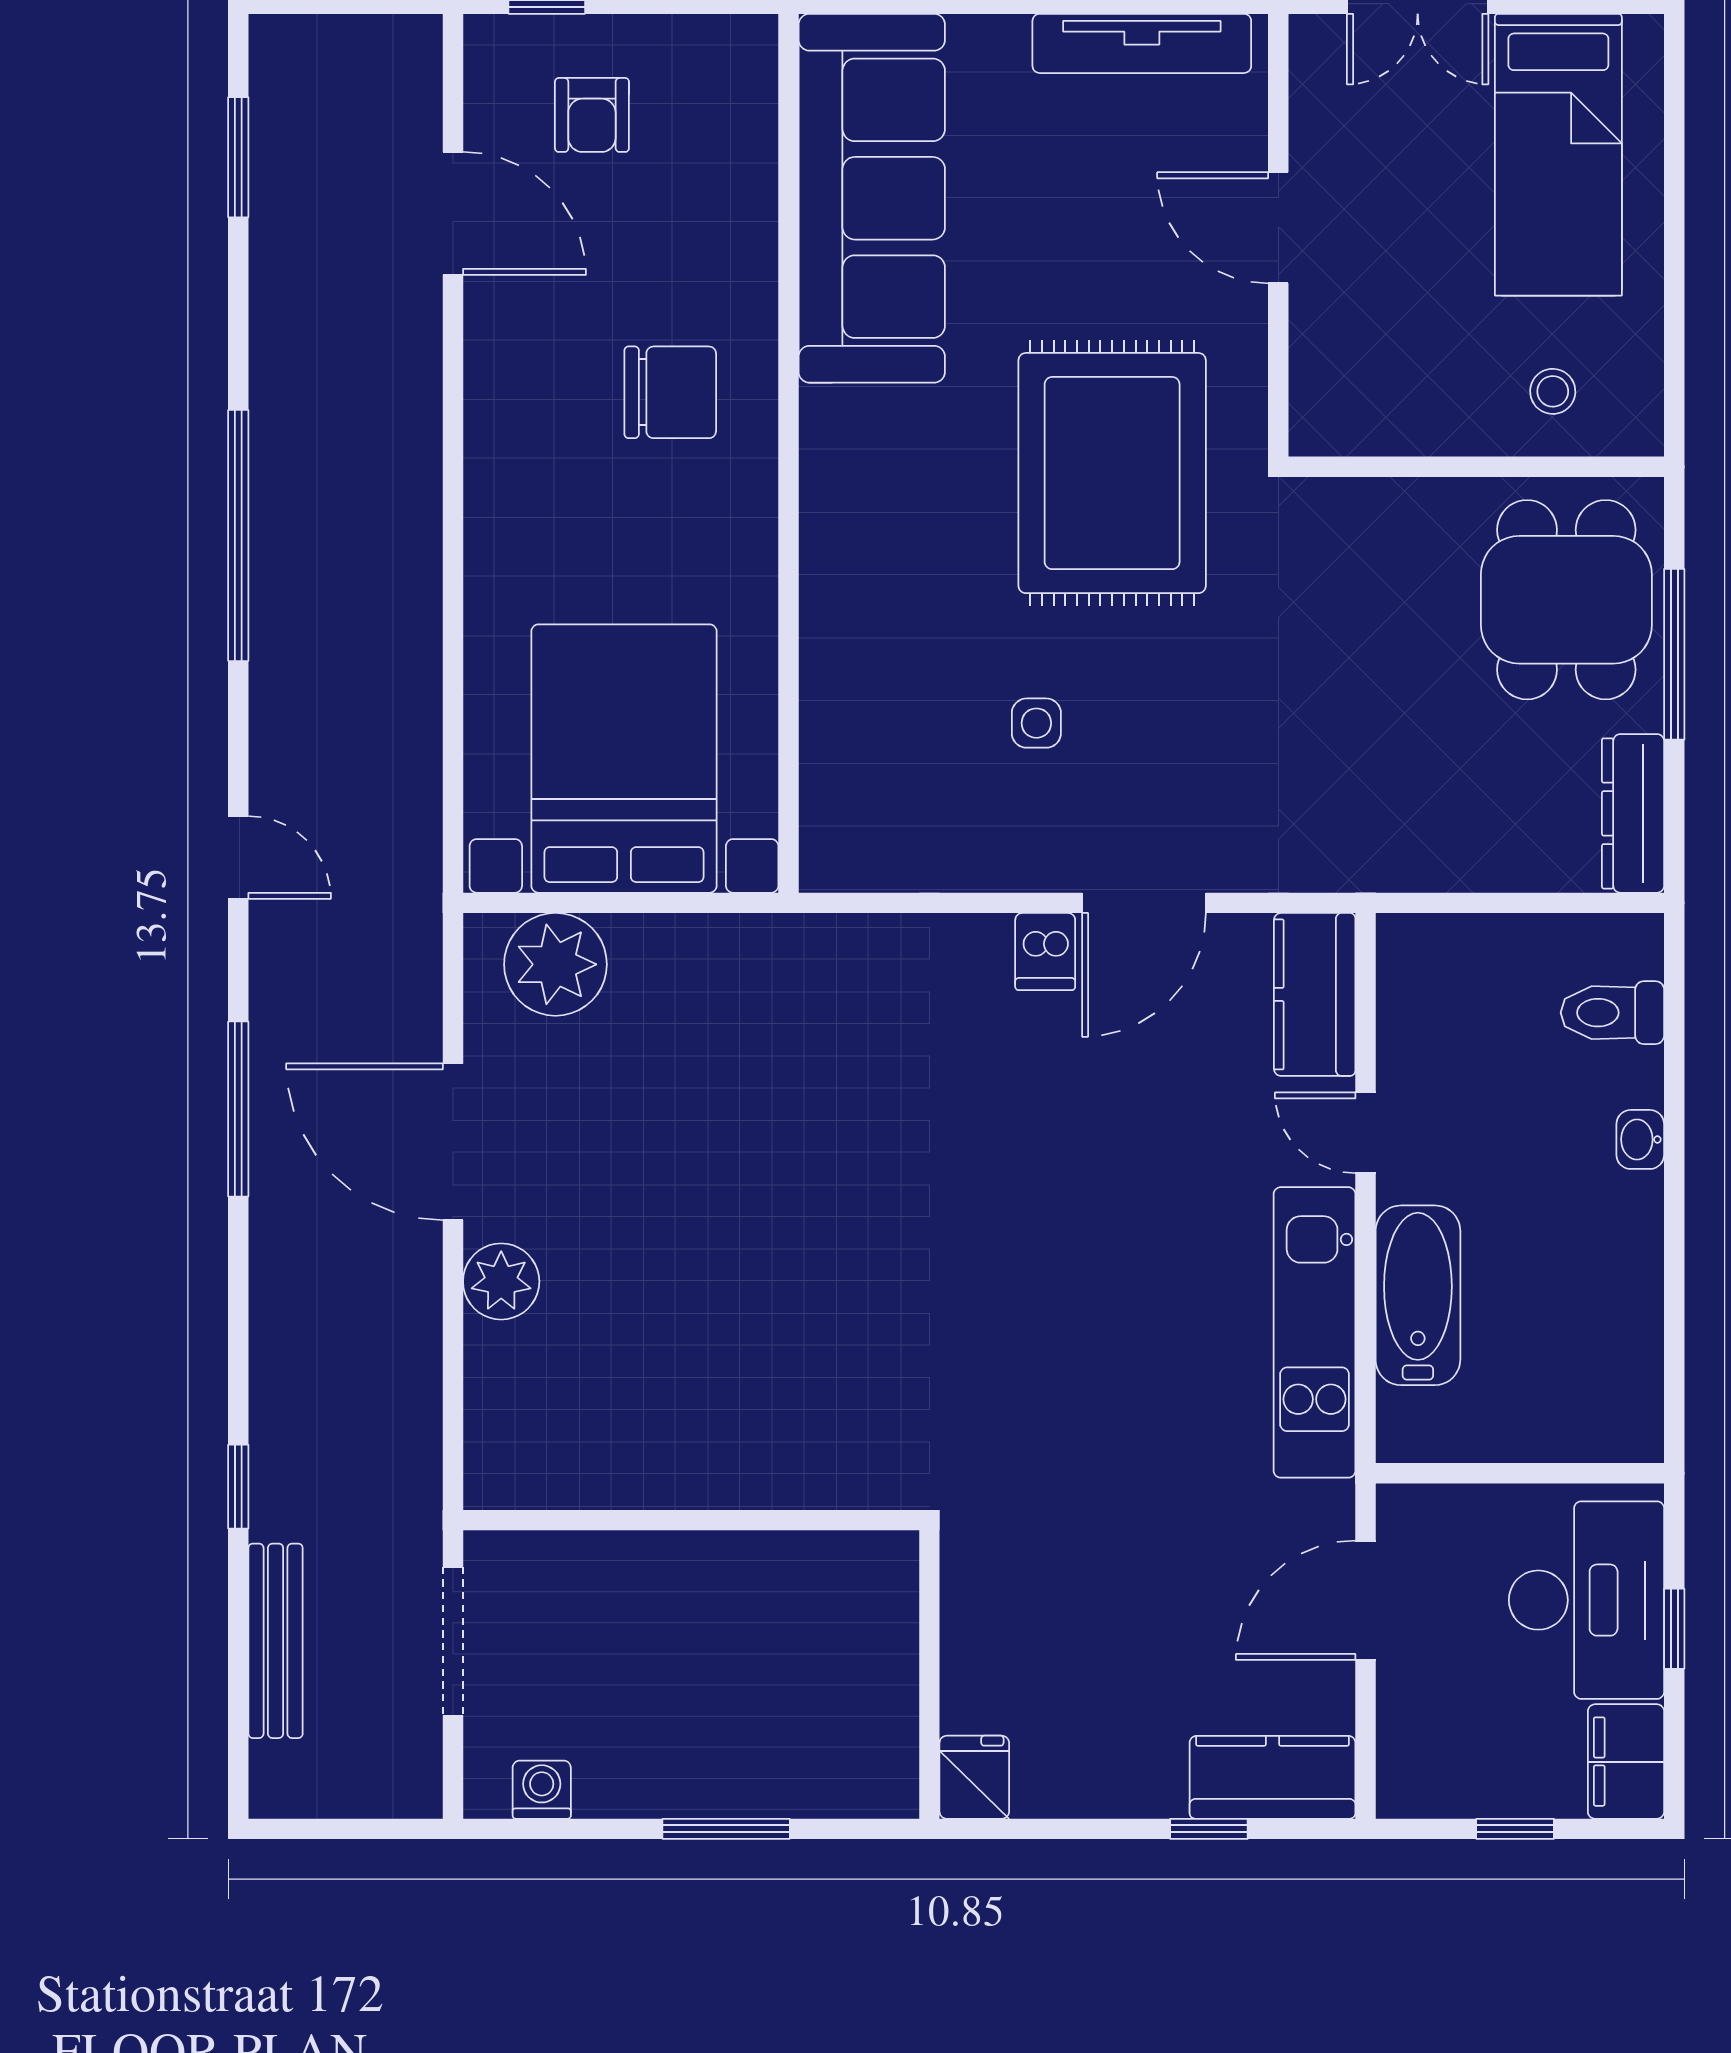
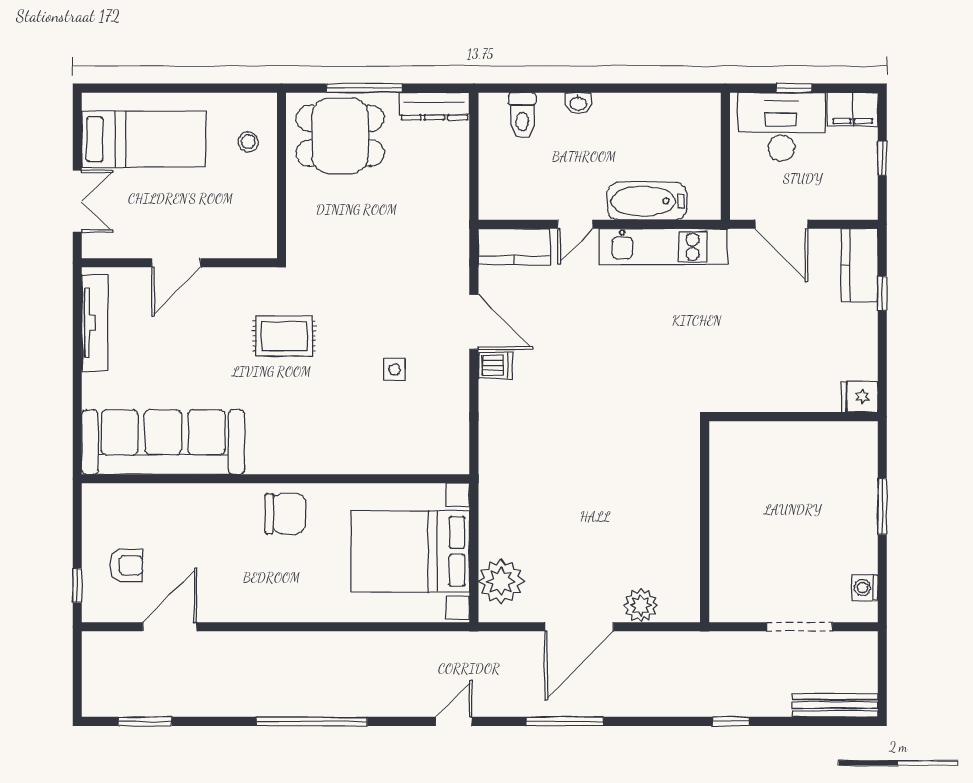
chair: (670, 392) -> (285, 514), moved, turned 90
rug: (1112, 473) -> (284, 336), width x0.54, depth x0.49
wall: (691, 1520) -> (705, 522), moved
bench: (276, 1641) -> (835, 705), moved

